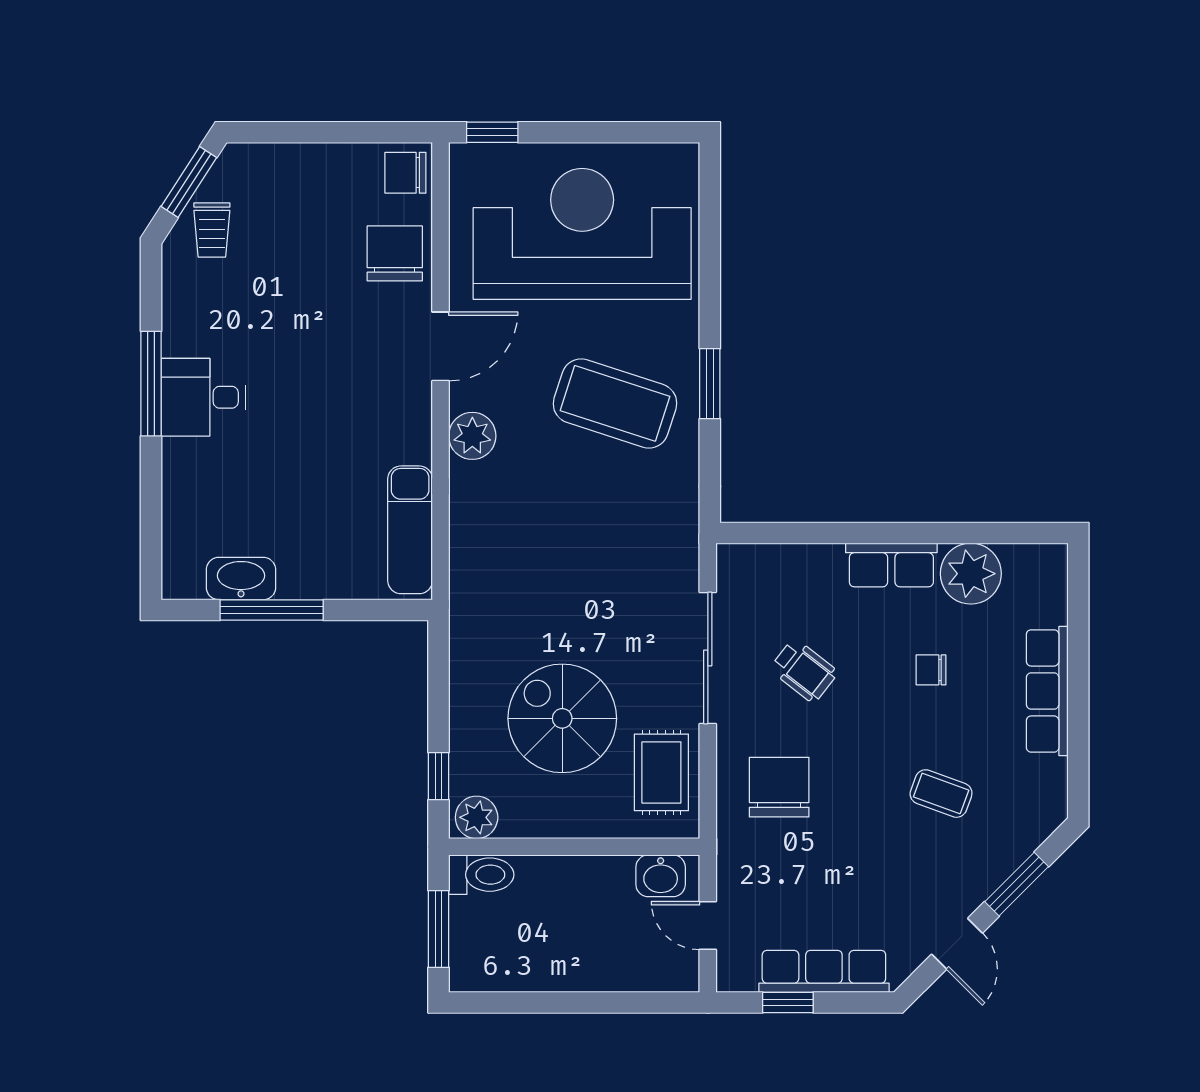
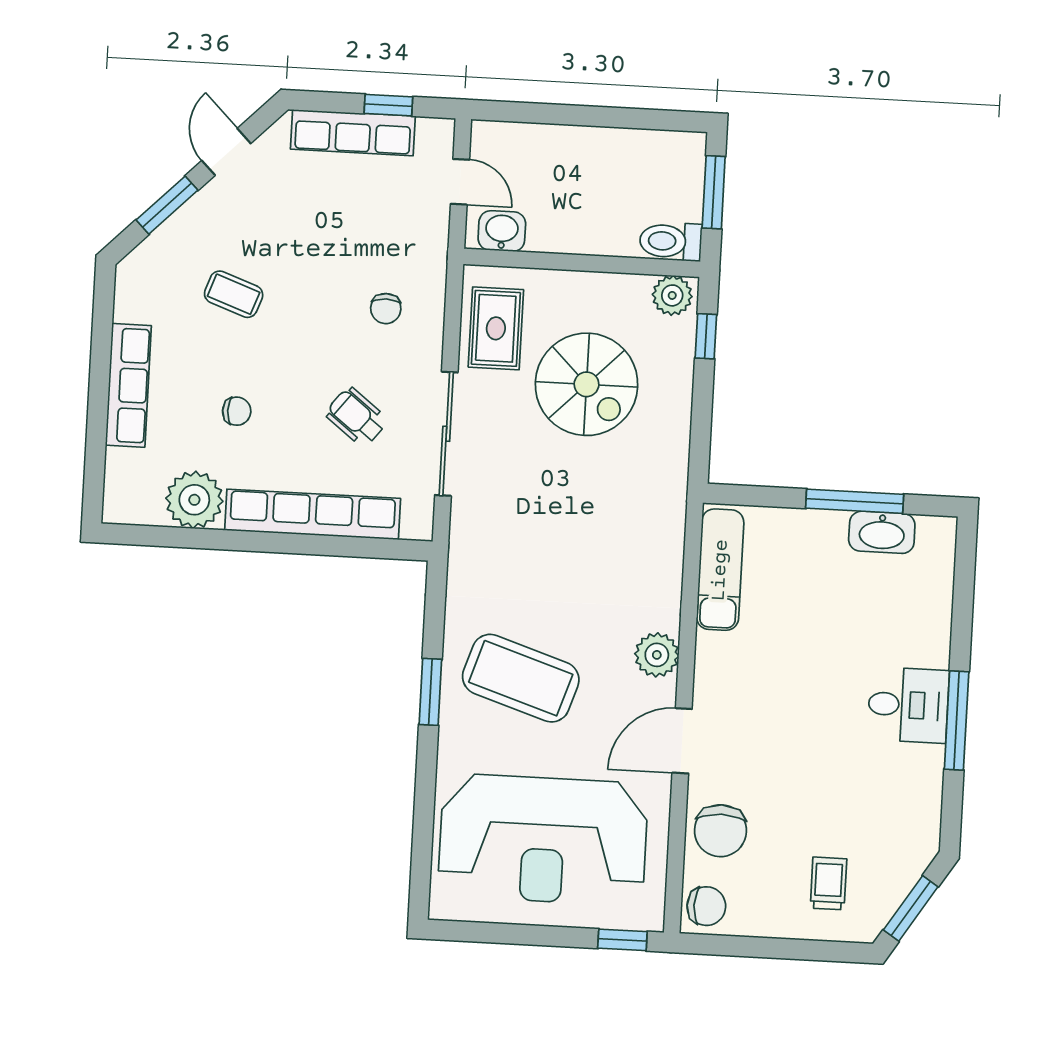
trolley: (212, 230) -> (828, 883), moved
row of seats: (891, 565) -> (313, 514), width x2.02
chair: (779, 787) -> (386, 309), width x0.54, depth x0.54

